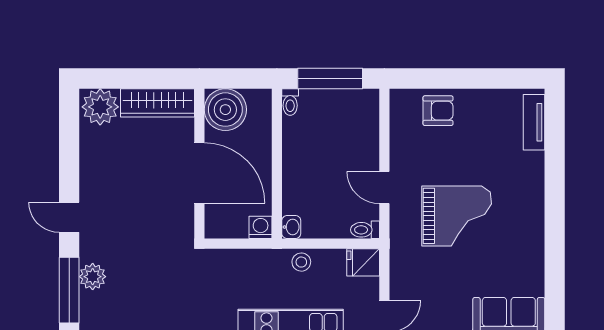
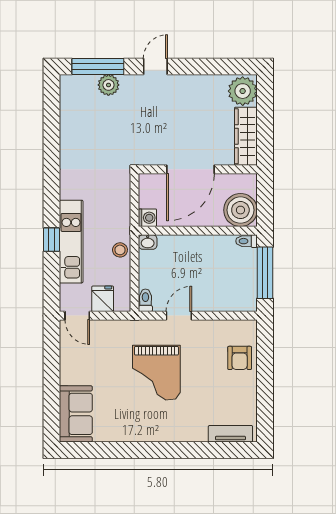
boiler: (225, 110) -> (240, 210), moved
fridge: (363, 262) -> (103, 299), moved

